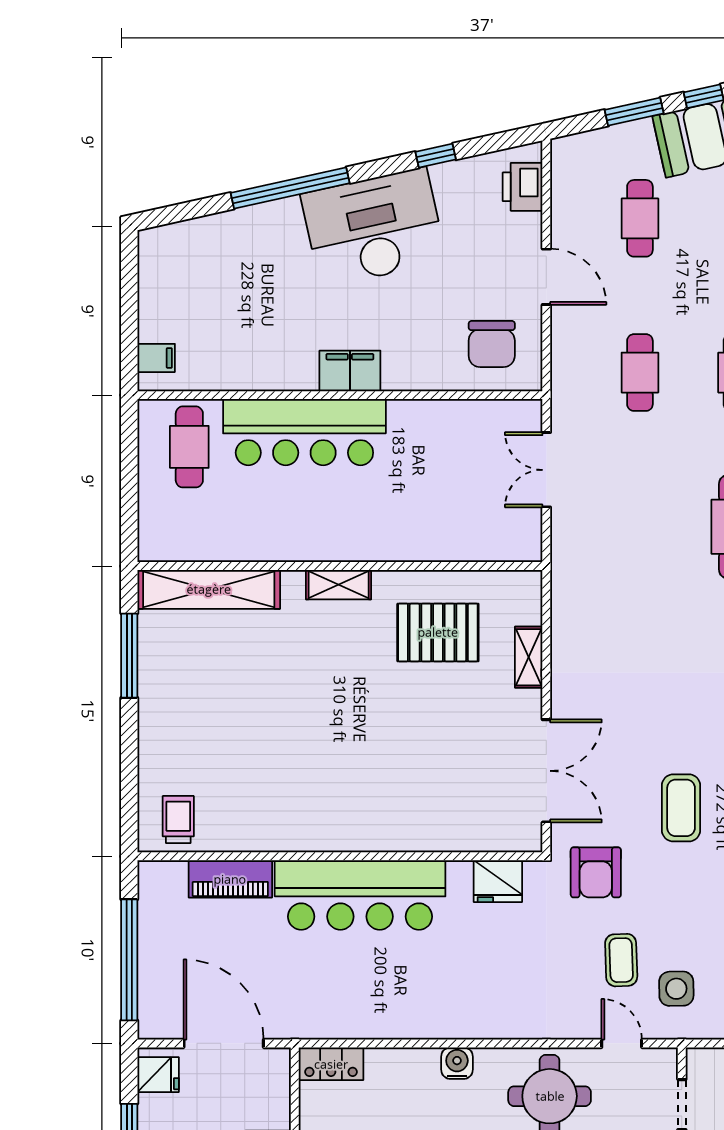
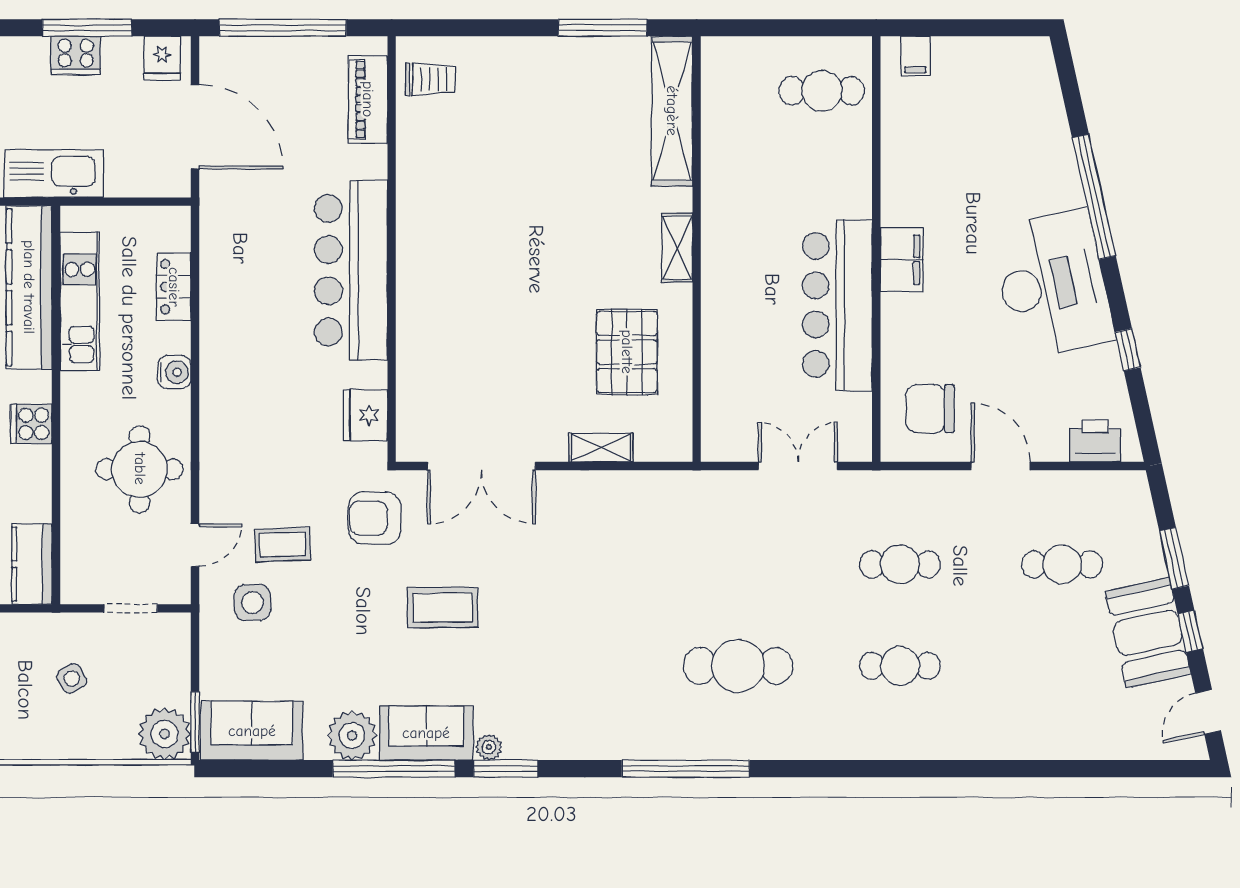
door: (546, 277) -> (1001, 466), swing flipped
bar counter: (304, 432) -> (837, 305), moved
piano: (230, 879) -> (368, 99), moved
door: (224, 1043) -> (195, 127), hinge flipped
locker: (331, 1064) -> (174, 287), moved

